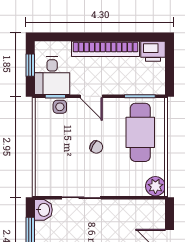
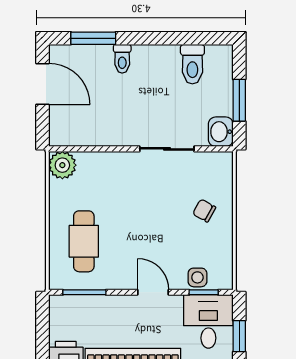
cafe table: (140, 132) -> (84, 241), width x0.73, depth x0.74
chair: (96, 147) -> (204, 211), moved

